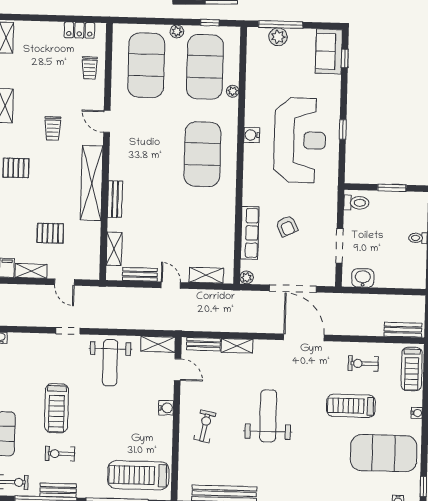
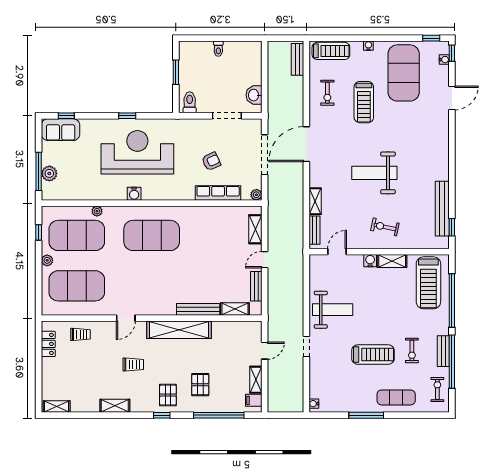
bench: (115, 199) -> (198, 309), width x1.36
pallet: (50, 233) -> (200, 385), moved
shelving: (158, 344) -> (392, 261), moved, turned 90

